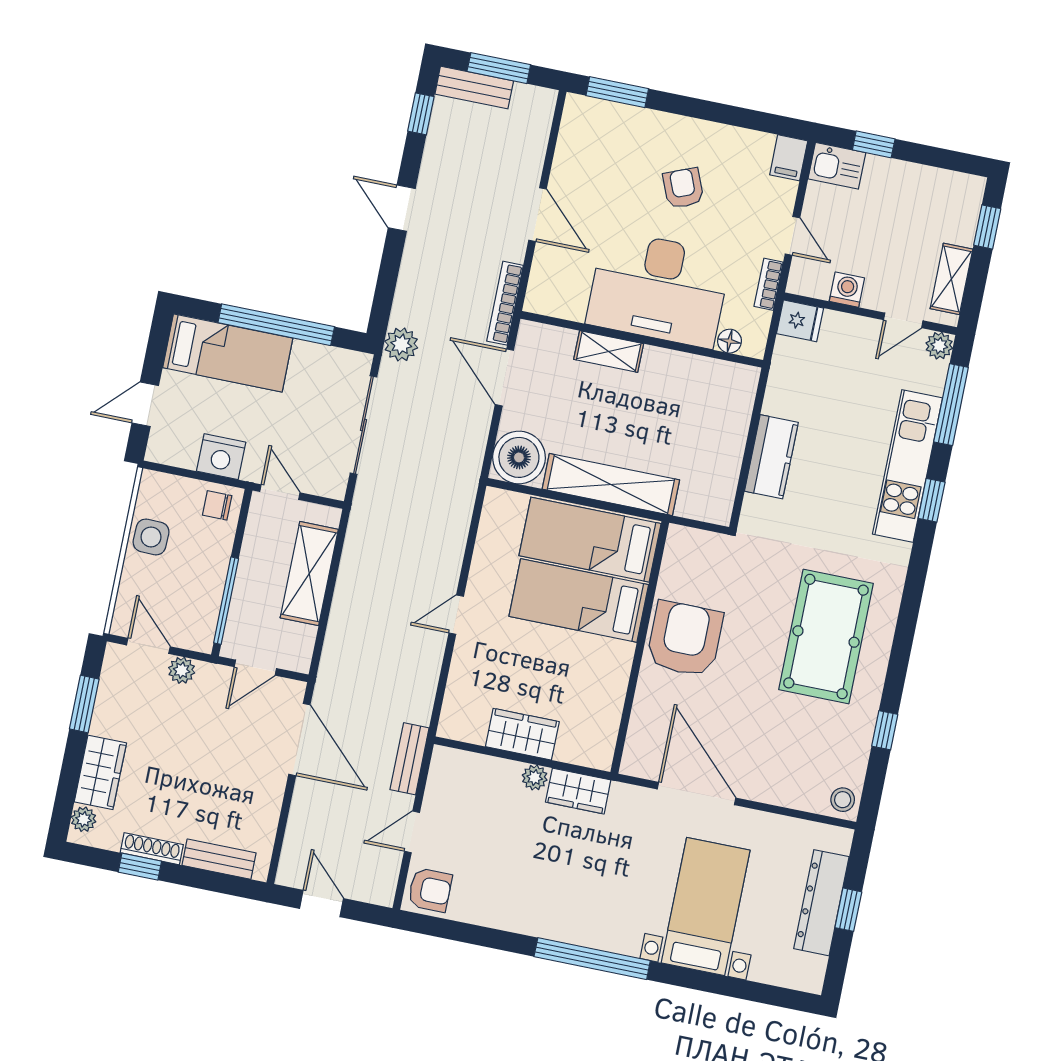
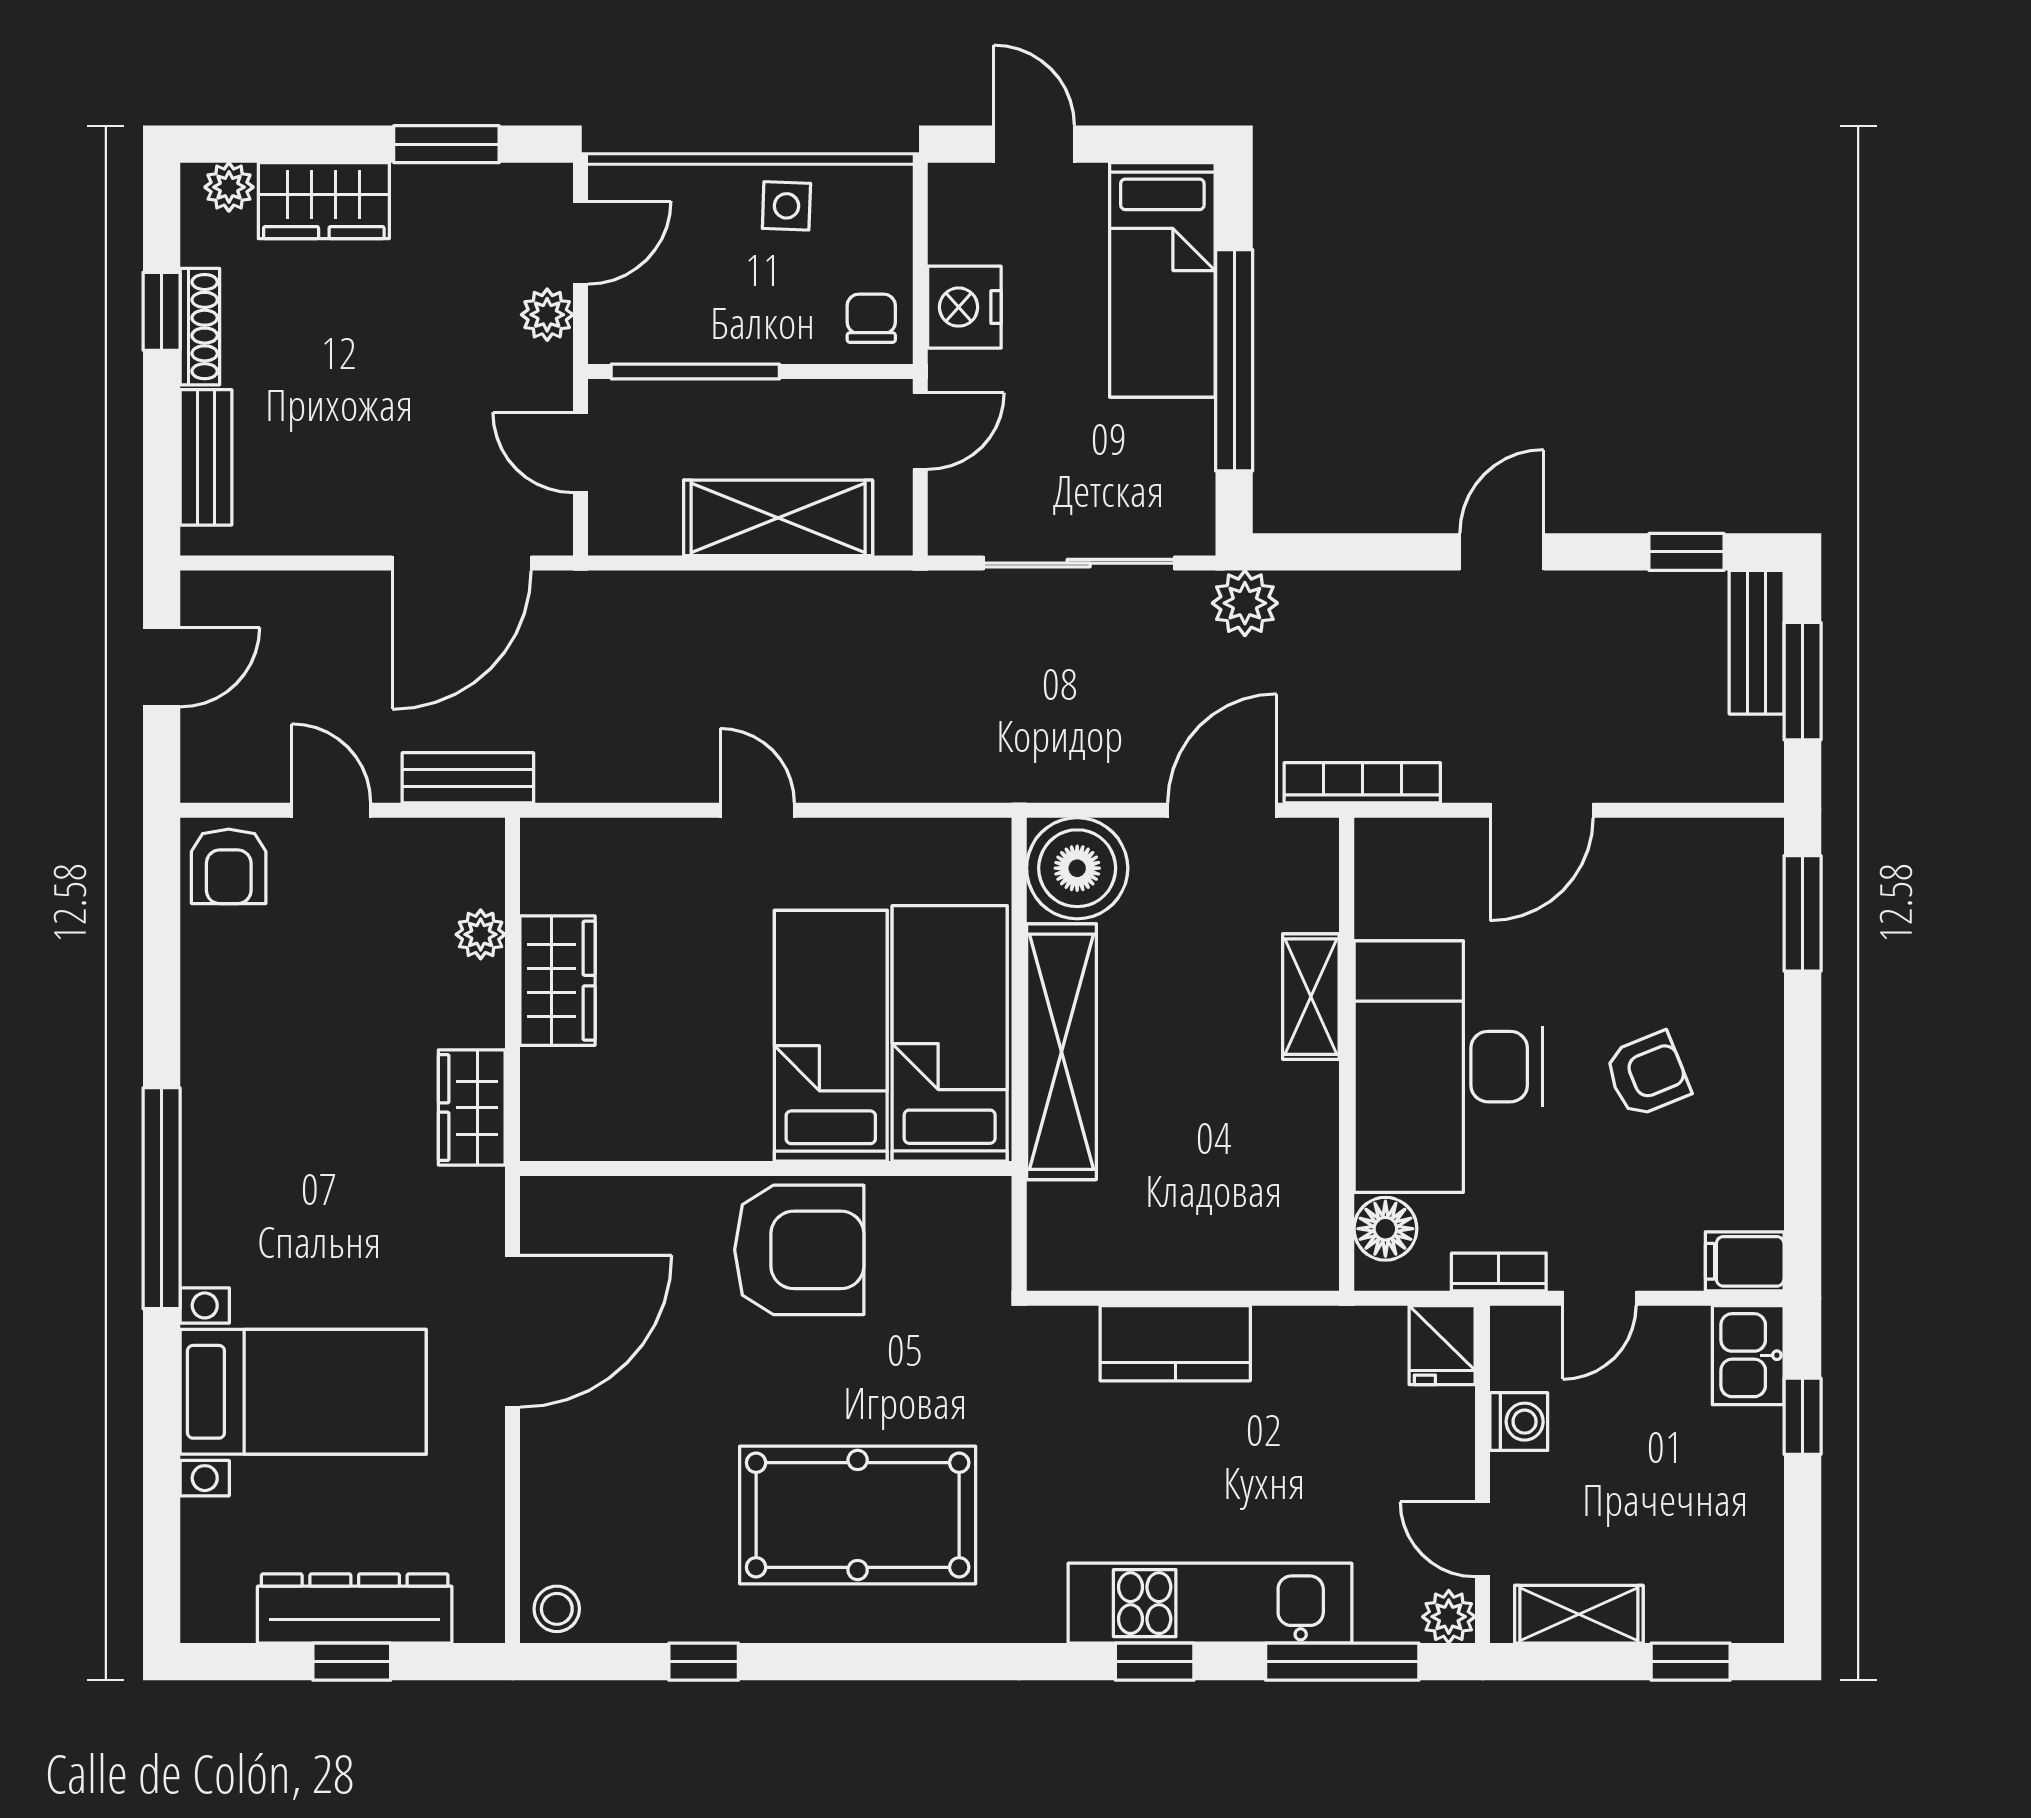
floor lamp: (730, 341) -> (1385, 1229), width x1.37, depth x1.37
side table: (151, 537) -> (786, 206), width x0.73, depth x0.73
plant: (535, 778) -> (481, 934), moved

